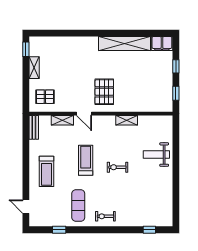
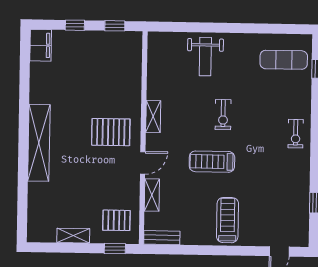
shelving: (124, 43) -> (39, 143), moved
window: (26, 49) -> (115, 249), moved
pallet: (45, 97) -> (116, 220), turned 90
shelving: (127, 120) -> (153, 116), moved
treadmill: (46, 171) -> (228, 220), turned -90
exercise mat: (78, 206) -> (284, 60), moved

